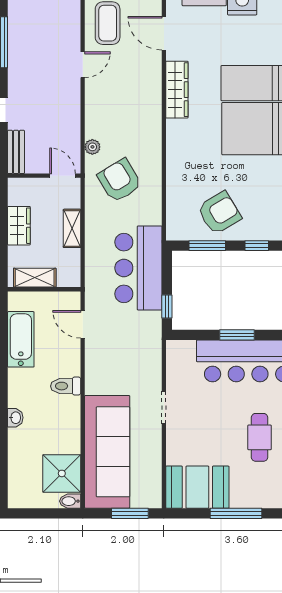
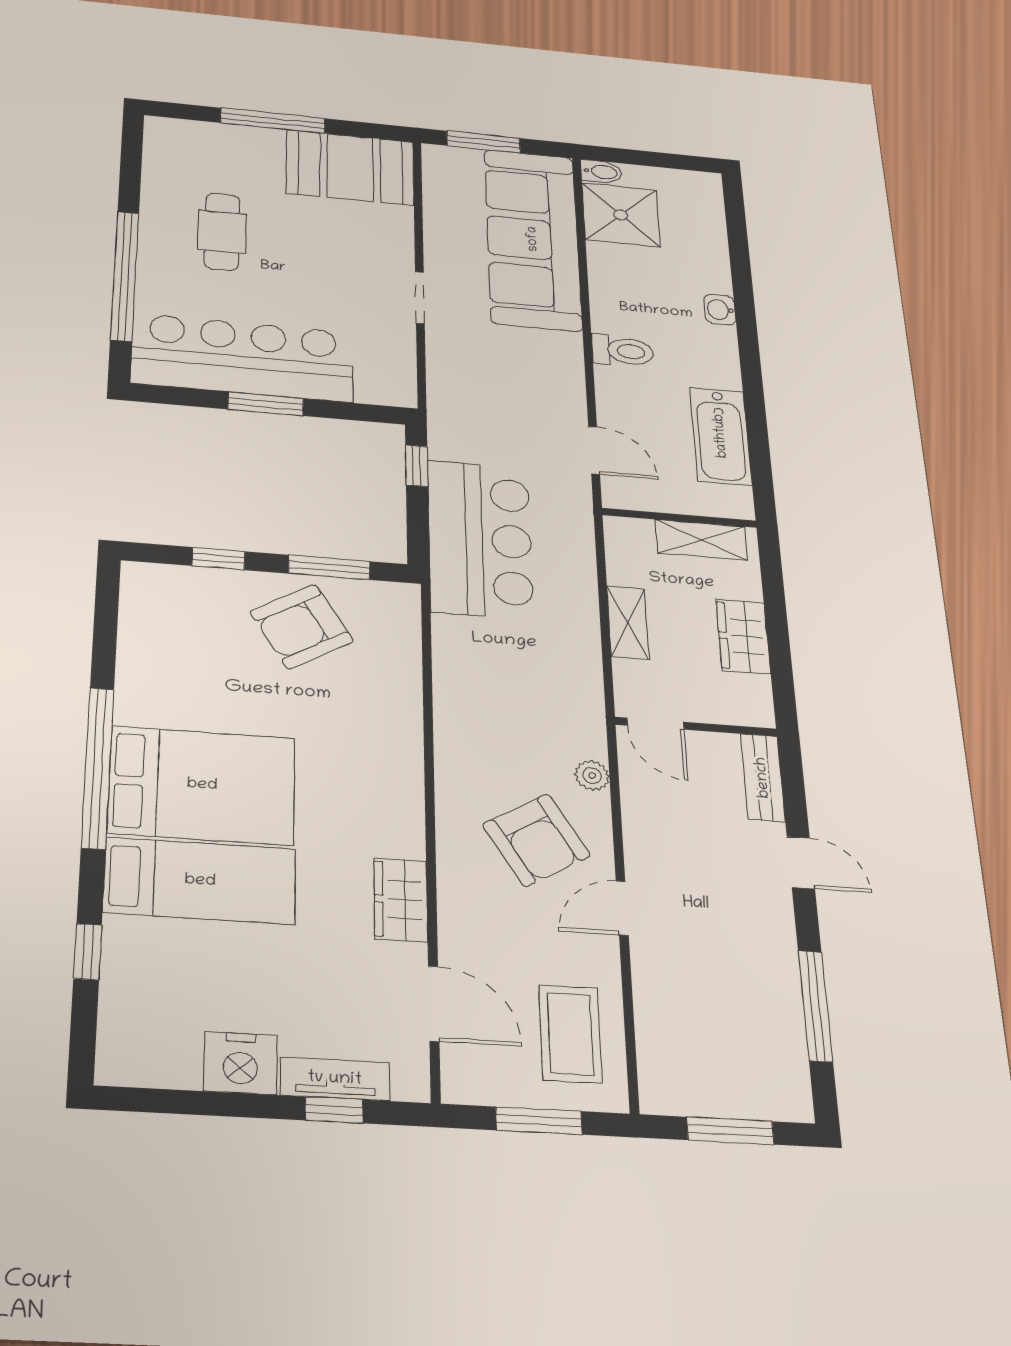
door: (83, 65) -> (622, 908), moved
wardrobe: (177, 90) -> (401, 900), width x0.67
armchair: (120, 180) -> (536, 840), moved

